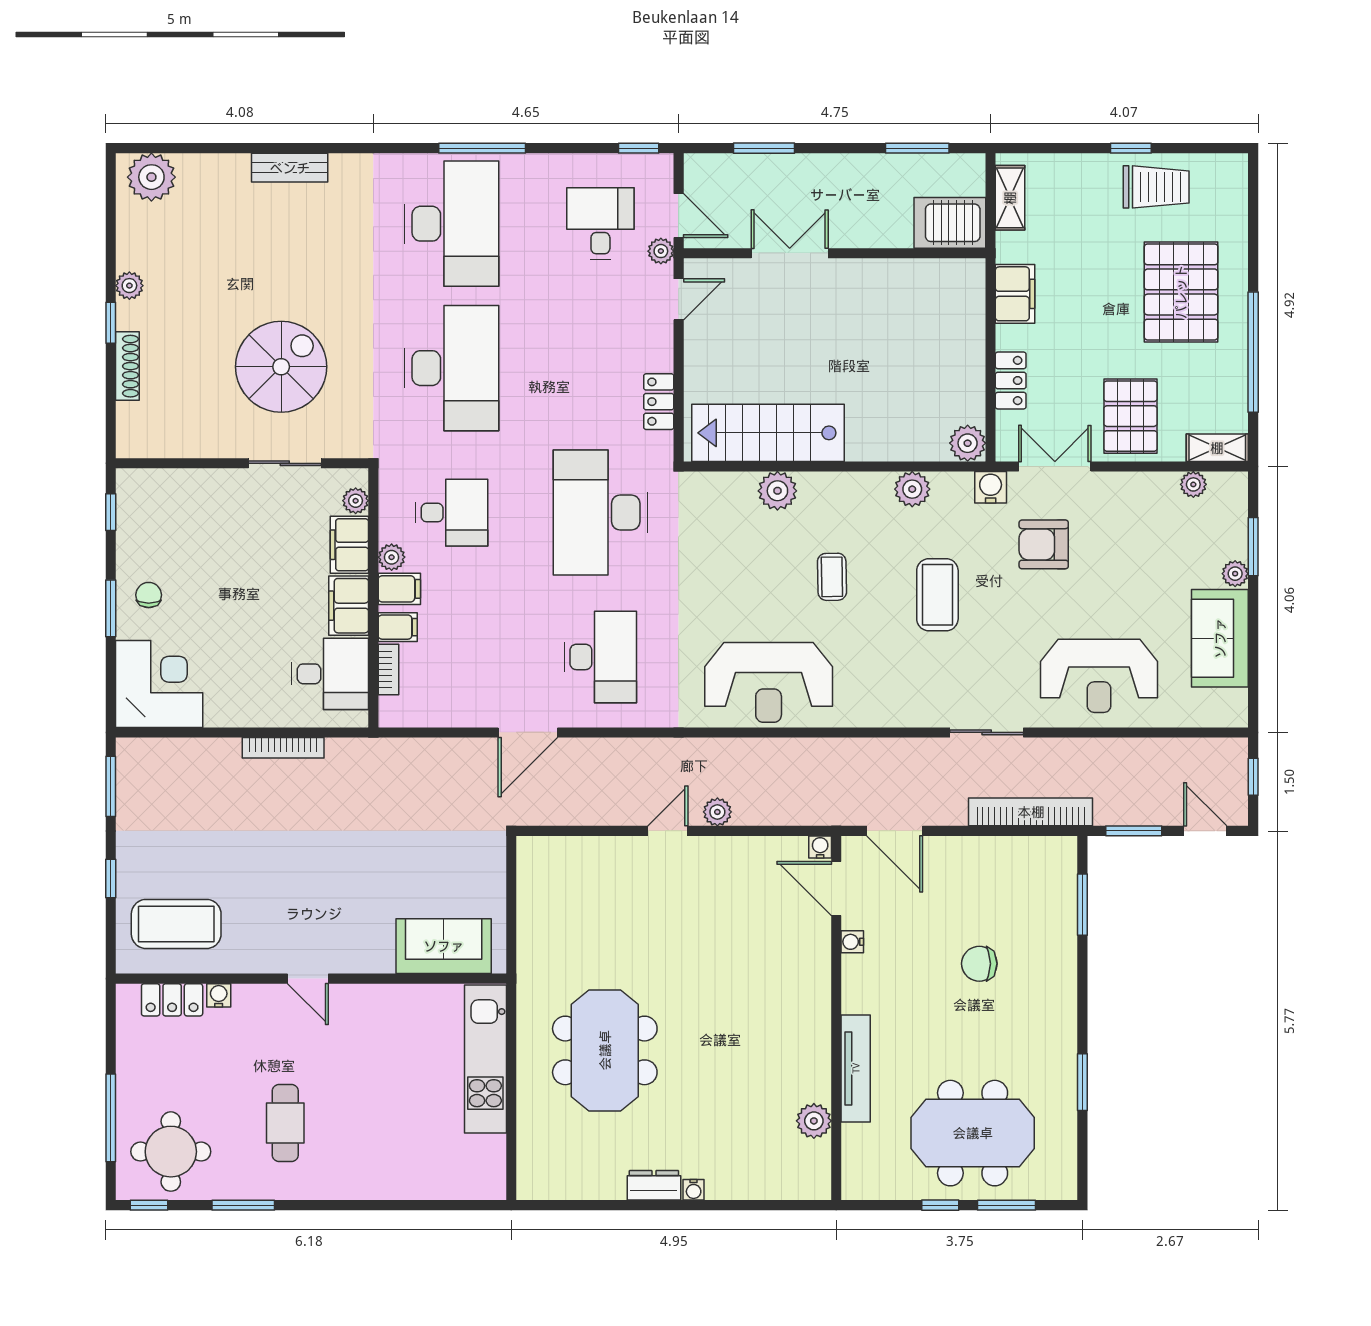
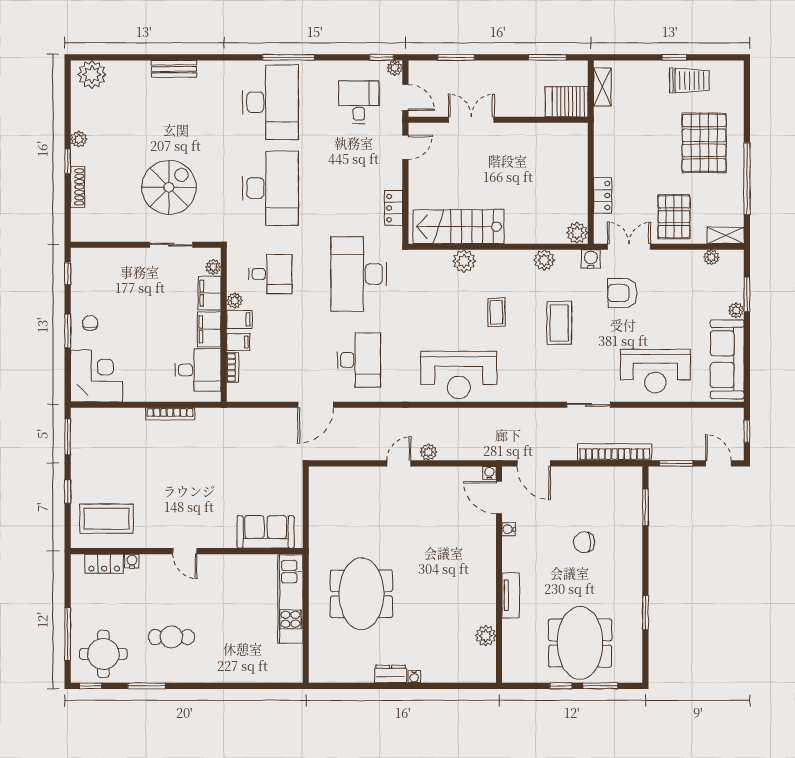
plant: (661, 251) -> (395, 68), moved
filing cabinet: (1015, 294) -> (605, 144), removed
sofa: (1220, 638) -> (727, 359), width x1.36
tv unit: (856, 1068) -> (511, 595), width x0.71
cafe table: (285, 1123) -> (171, 637), turned 90
meeting table: (973, 1133) -> (580, 643), turned 90

